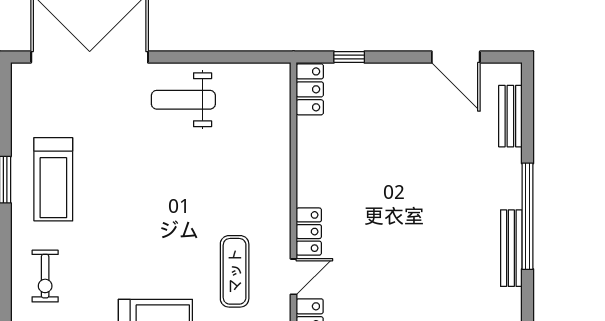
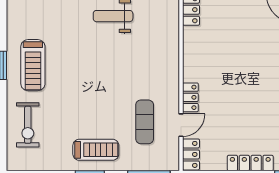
exercise bike: (45, 276) -> (28, 125), width x1.38, depth x1.39

